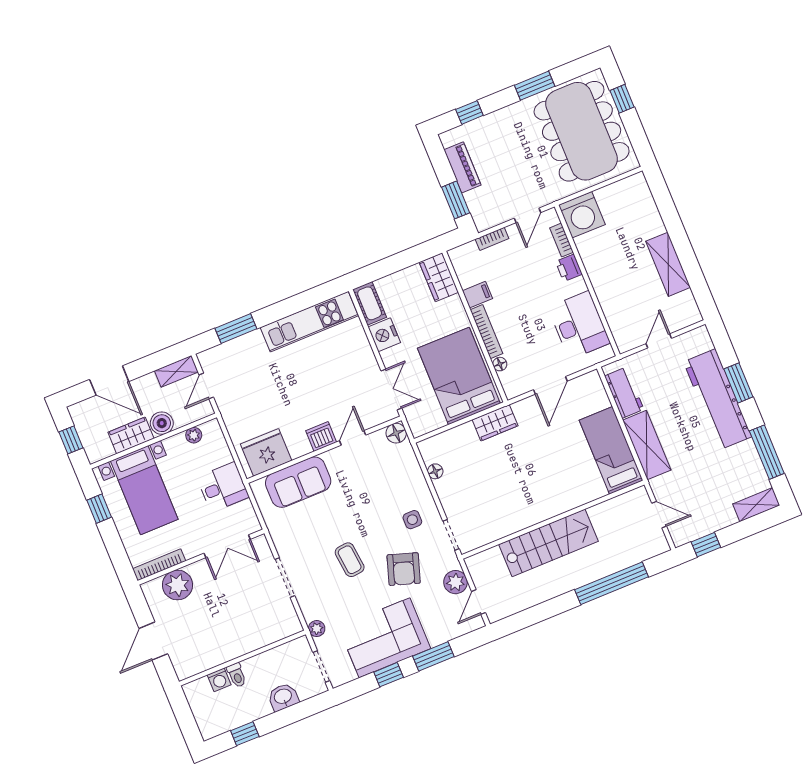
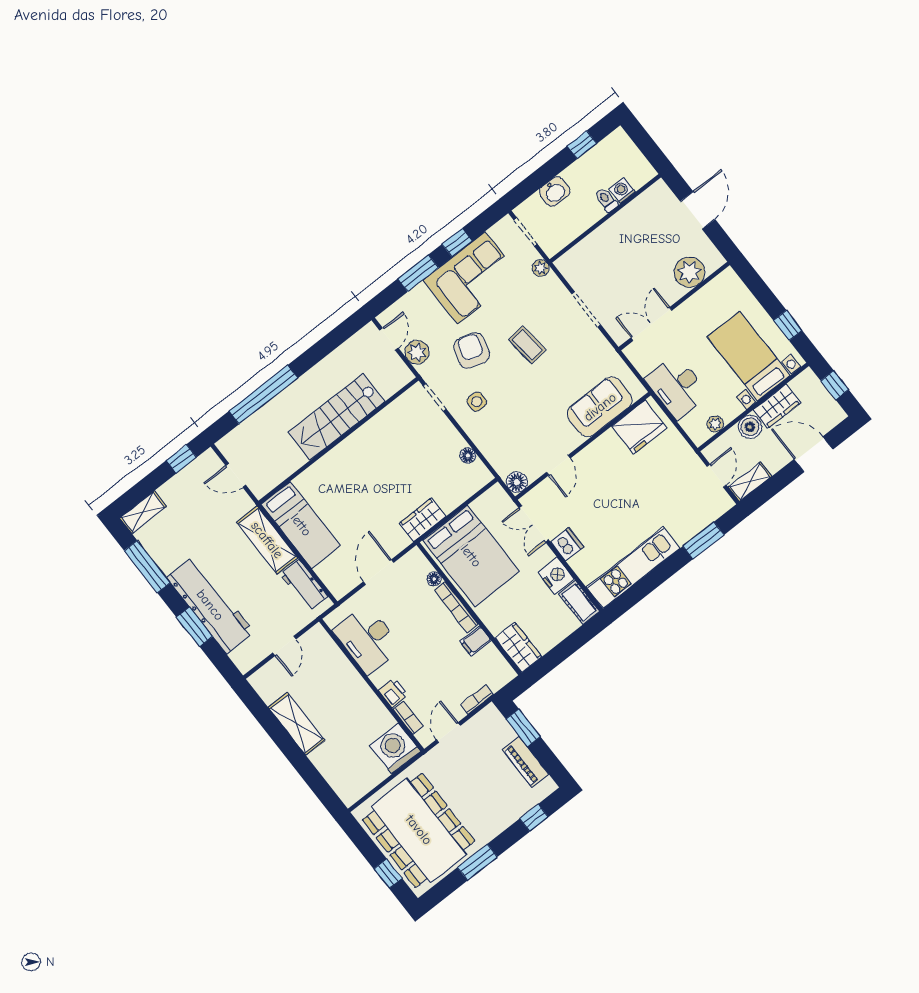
dishwasher: (321, 436) -> (567, 544), moved, turned -90
desk: (223, 487) -> (677, 387), width x1.37
bookcase: (159, 565) -> (713, 287), removed

